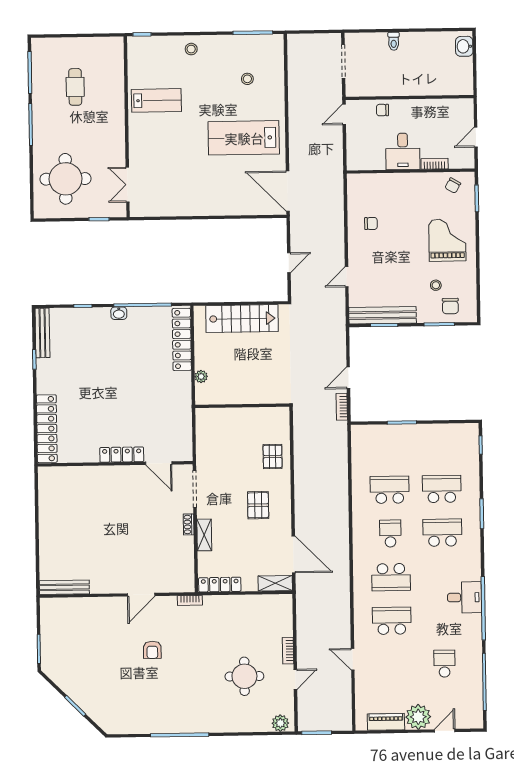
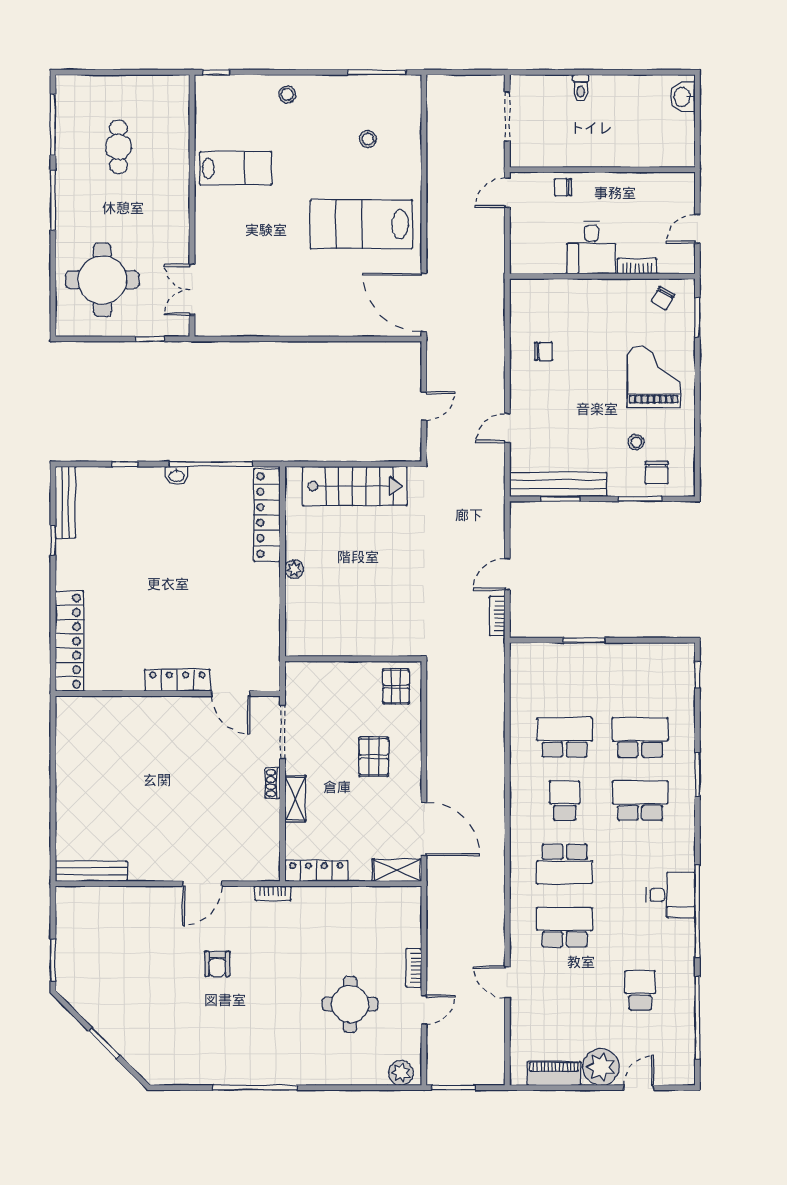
wall: (242, 406) -> (353, 659), moved

